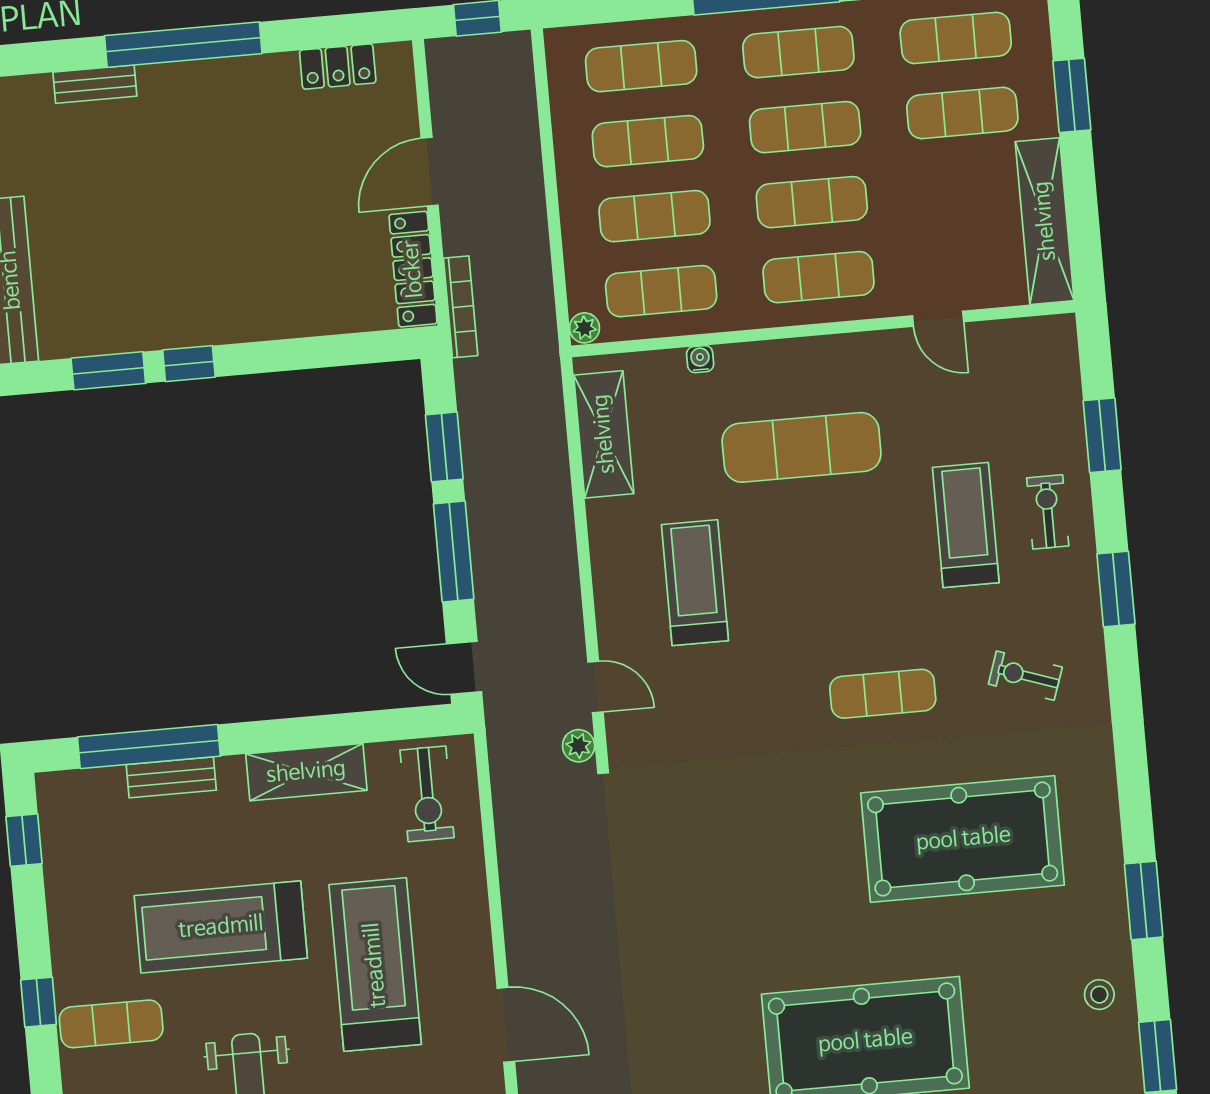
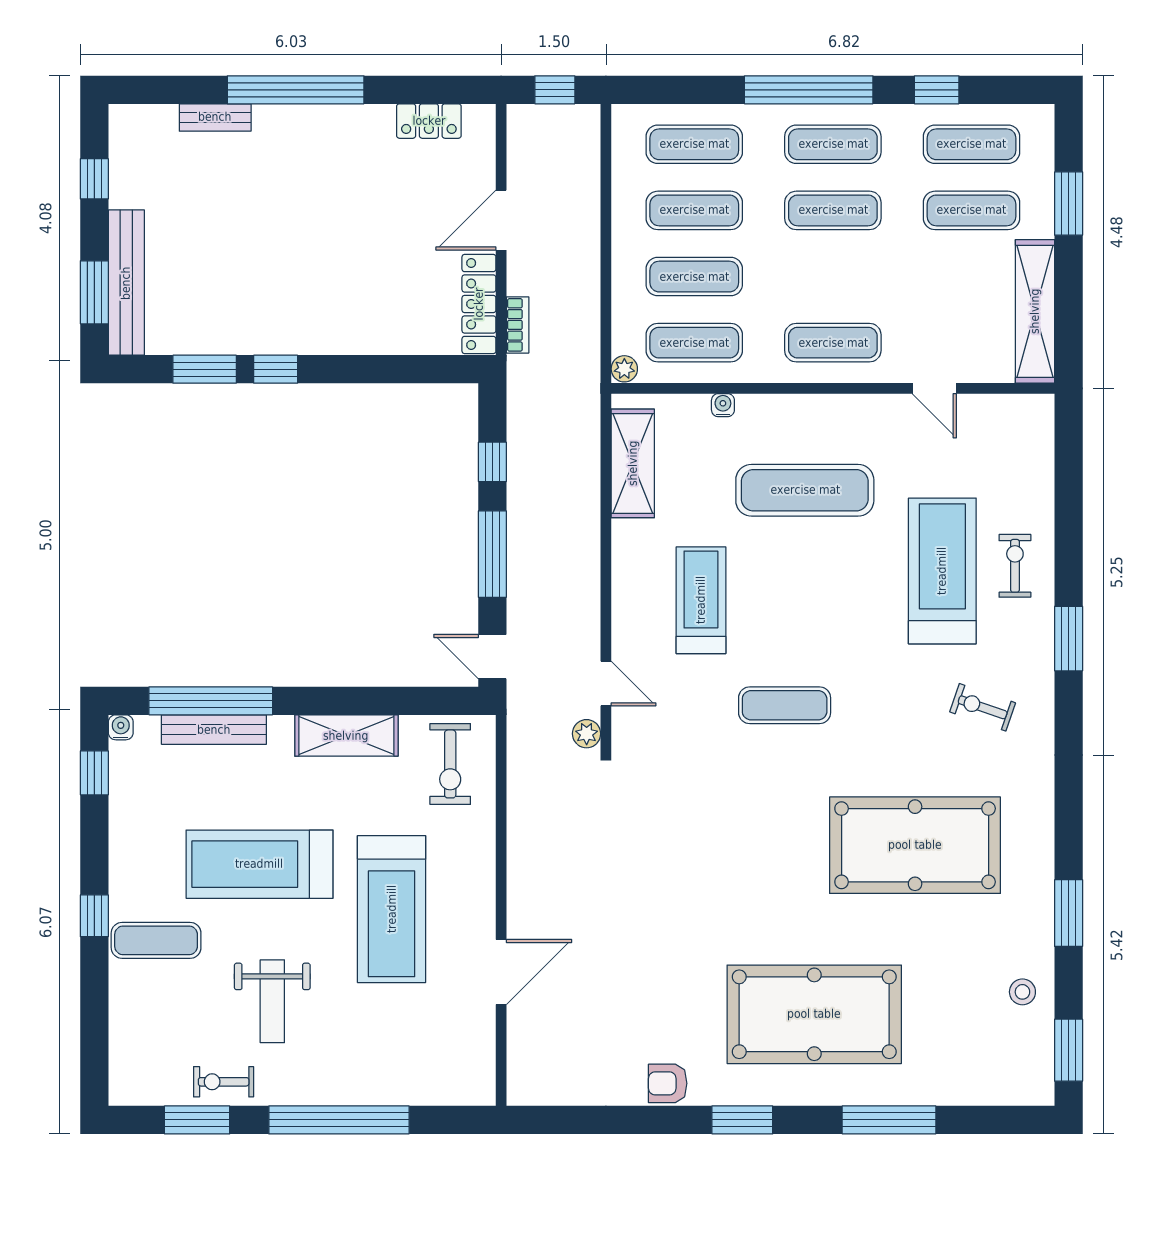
exercise mat: (812, 202) -> (833, 277), removed
bookcase: (461, 307) -> (518, 325), width x0.64
window: (1102, 435) -> (1069, 503), removed
window: (444, 447) -> (492, 462), width x0.67
treadmill: (966, 525) -> (942, 571), width x1.37, depth x1.38
exercise mat: (883, 694) -> (785, 705), moved
bench: (171, 777) -> (214, 730), width x1.36
water cooler: (49, 786) -> (121, 727), added
treadmill: (375, 965) -> (392, 909), turned 180
door: (506, 1025) -> (501, 972), hinge flipped

